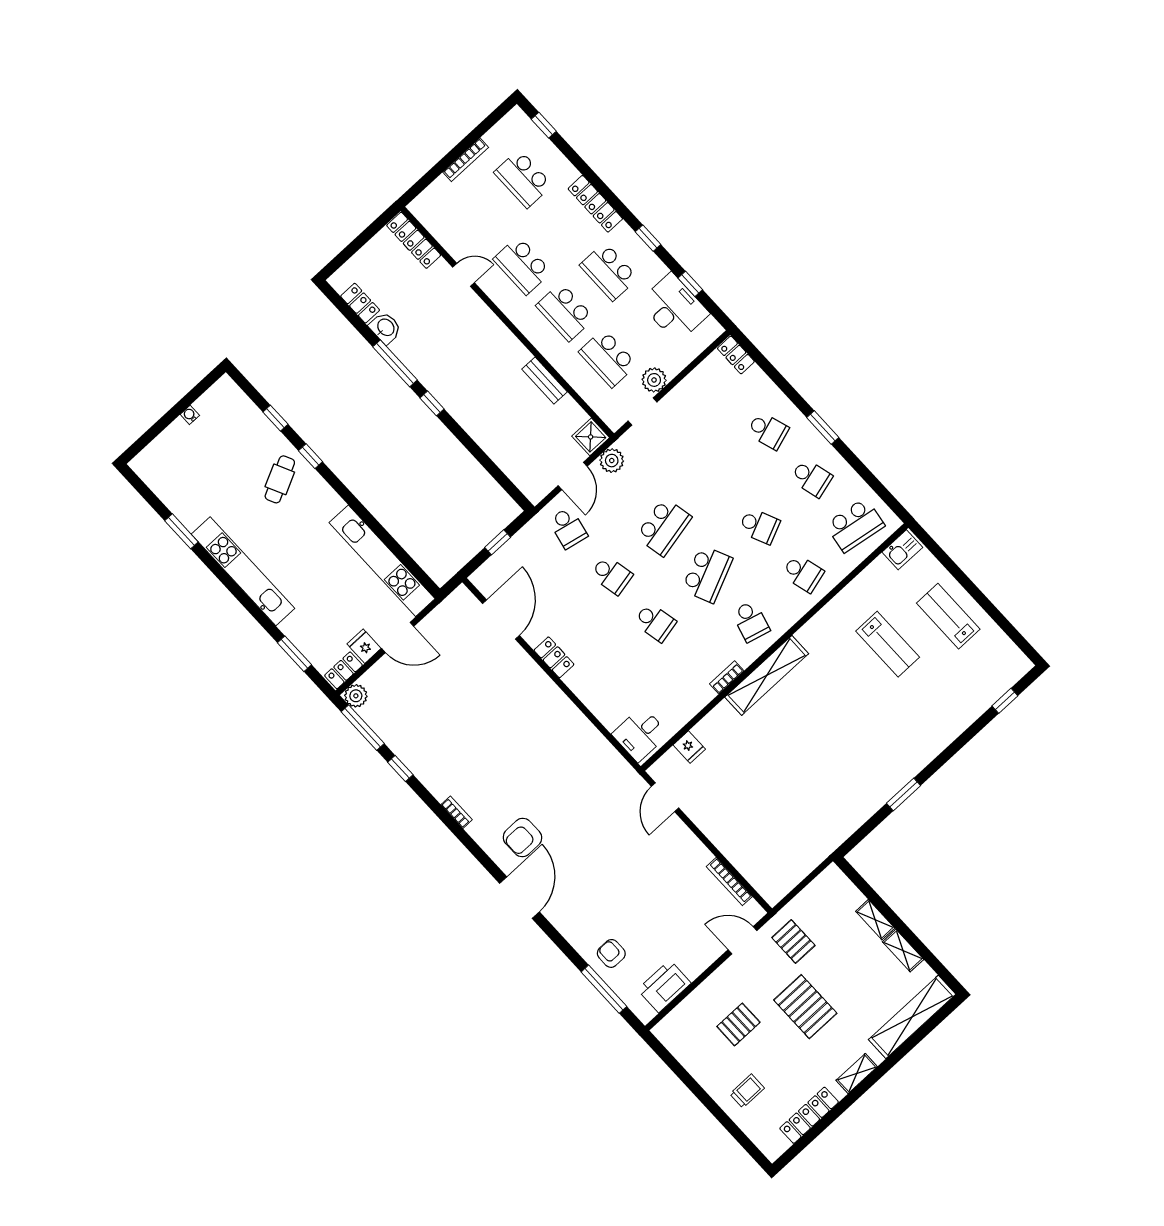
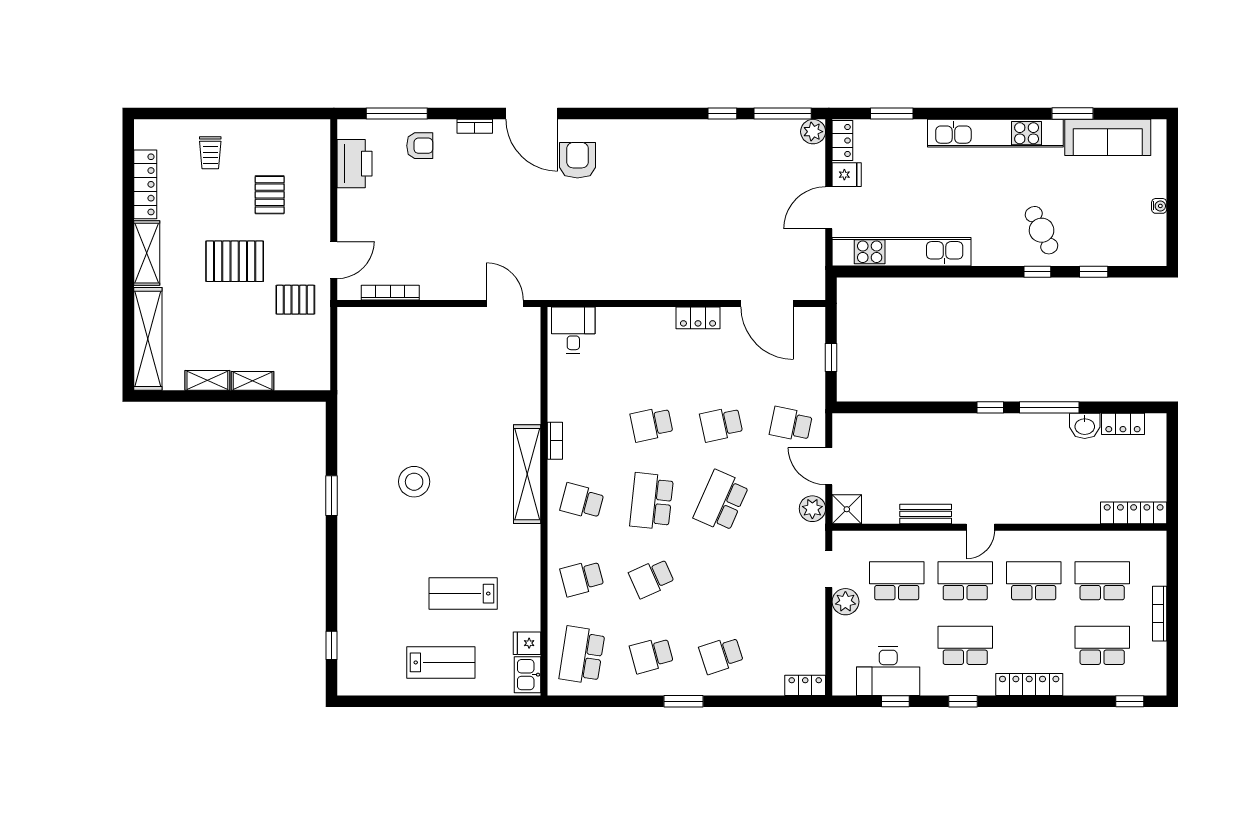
school desk: (479, 219) -> (1102, 581), added
door: (464, 275) -> (980, 527), moved
sofa: (176, 493) -> (1108, 137), added
school desk: (664, 527) -> (721, 501), turned 36
school desk: (707, 574) -> (652, 501), turned 30
fridge: (689, 747) -> (527, 643), moved
stool: (842, 747) -> (414, 482), added
bookcase: (457, 812) -> (475, 126), moved
shelving: (857, 1073) -> (147, 253), width x1.50, depth x1.33

